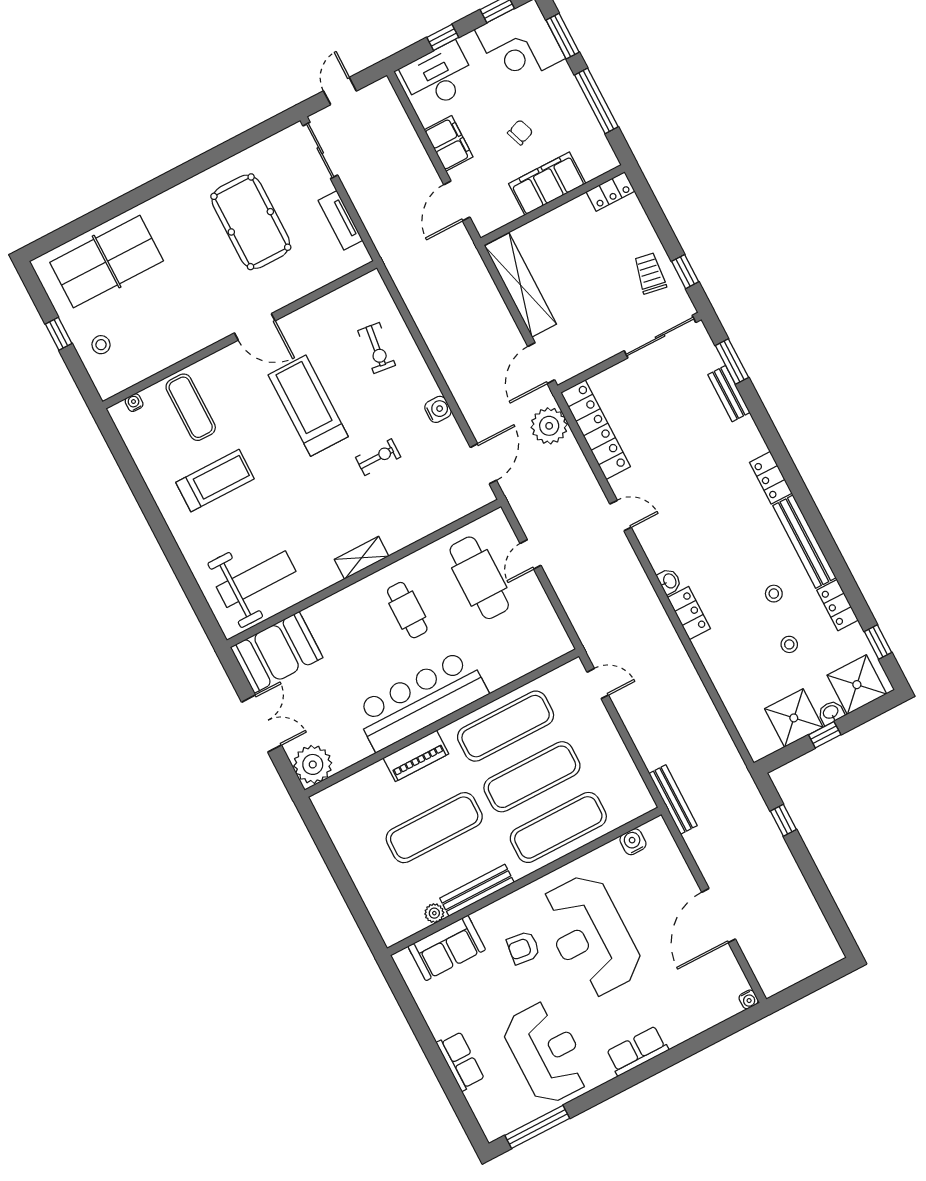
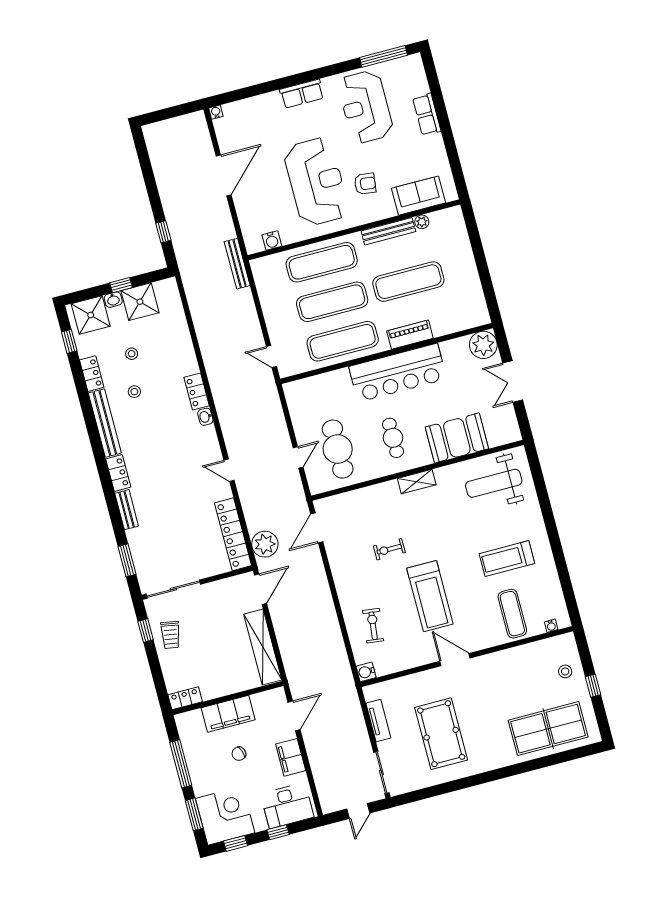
bench: (729, 394) -> (127, 510), moved
water cooler: (438, 409) -> (366, 672), moved
booth: (277, 652) -> (457, 438), moved

